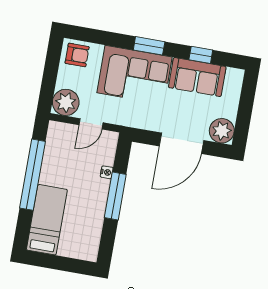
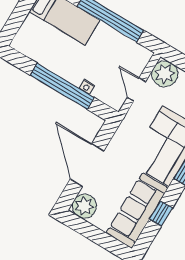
sofa: (197, 77) -> (137, 211), width x1.36
window: (115, 196) -> (62, 86), width x1.46

